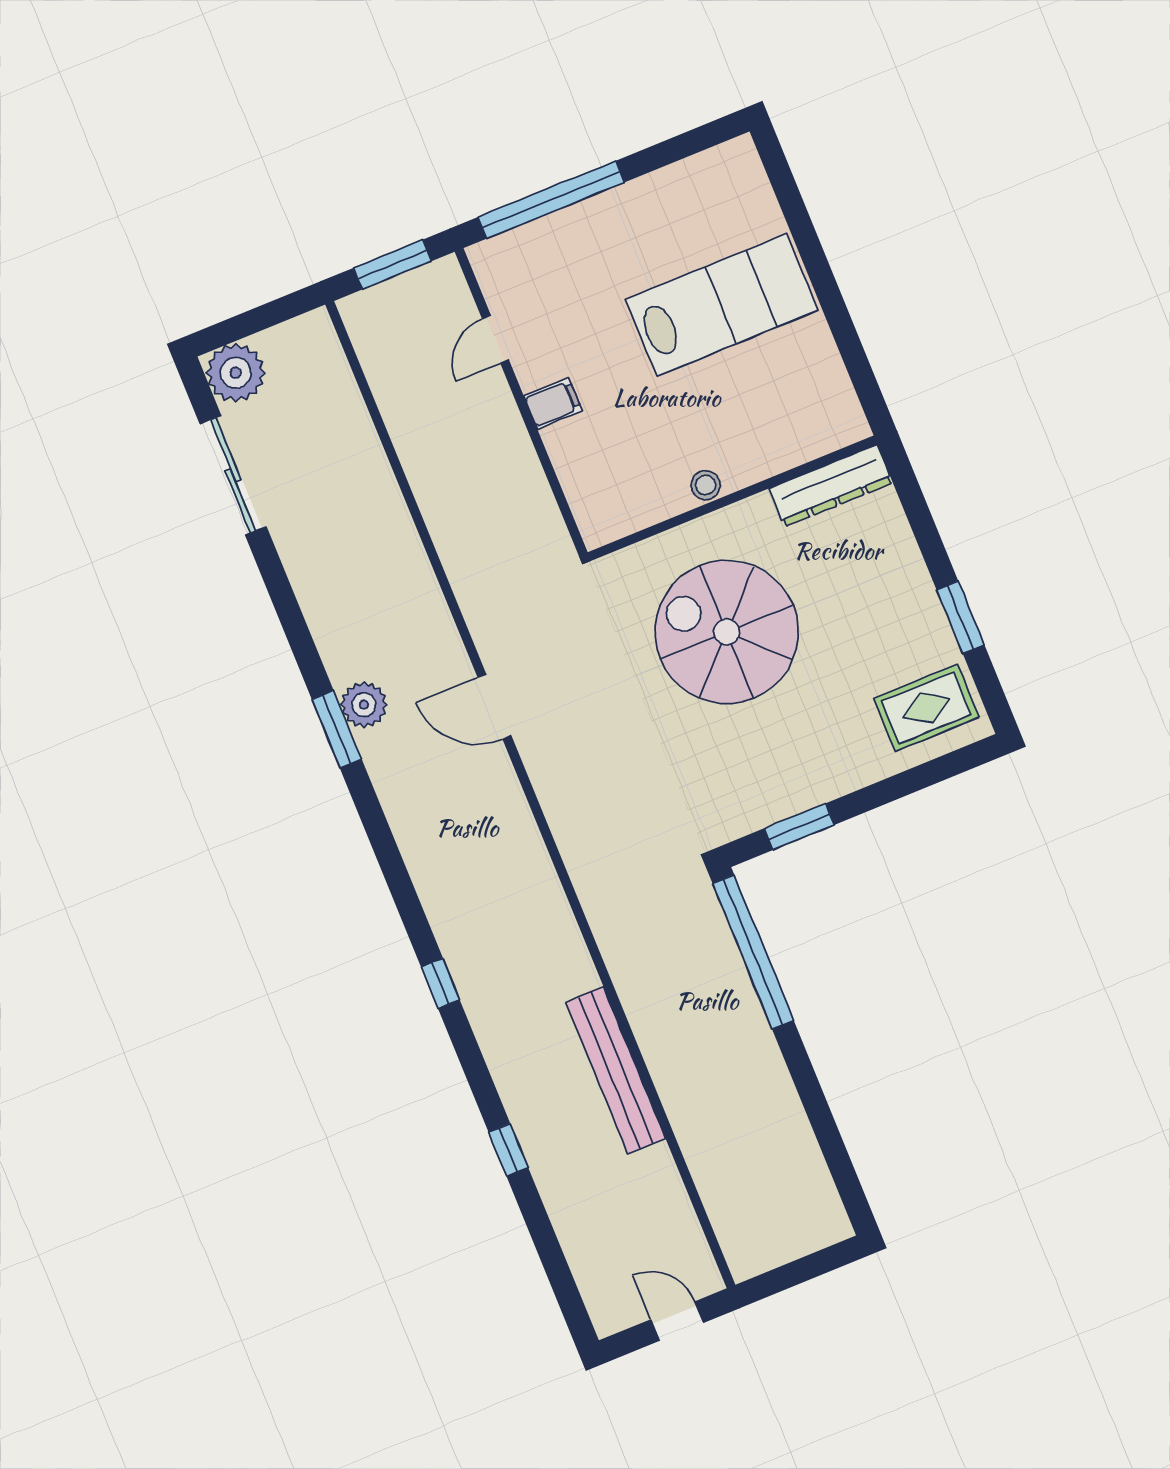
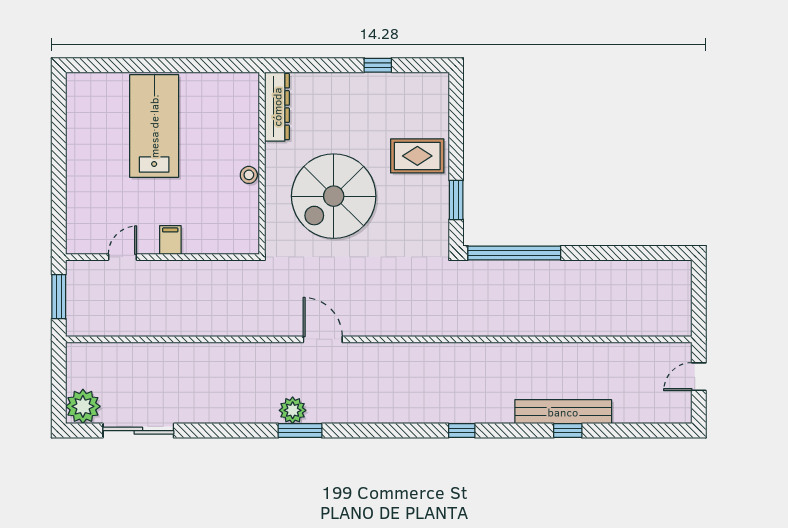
window: (551, 200) -> (59, 196), removed
door: (496, 339) -> (123, 257), swing flipped
window: (960, 617) -> (378, 65), width x0.67
door: (494, 707) -> (323, 339), swing flipped
rug: (926, 708) -> (417, 156), moved, turned 90
bench: (616, 1071) -> (563, 412), moved

